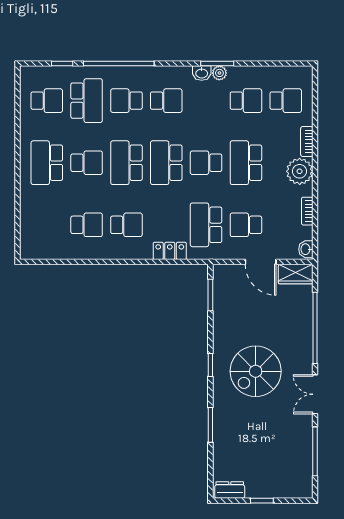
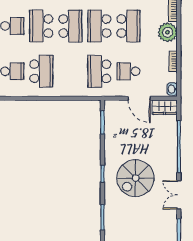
school desk: (166, 163) -> (70, 26), turned 180
school desk: (206, 163) -> (99, 26), width x1.85
school desk: (246, 163) -> (128, 26), turned 180
school desk: (126, 225) -> (41, 71), width x1.85
locker: (170, 251) -> (73, 90), removed

